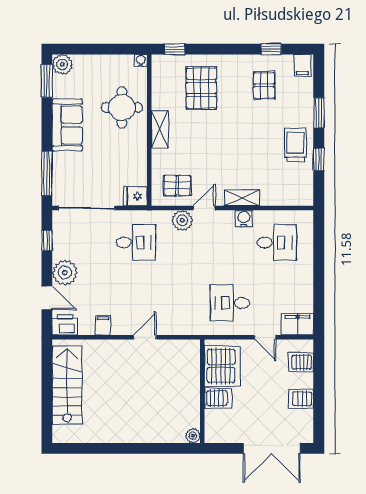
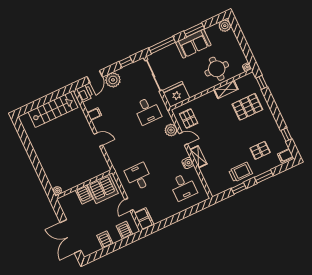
window: (47, 81) -> (194, 30), moved
pallet: (264, 85) -> (260, 150), moved
shelving: (160, 130) -> (226, 90), moved
fridge: (135, 196) -> (176, 94), width x1.88, depth x1.34

